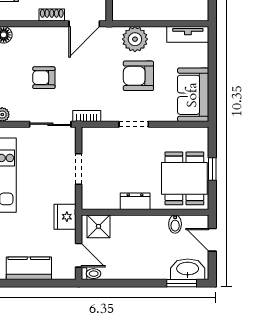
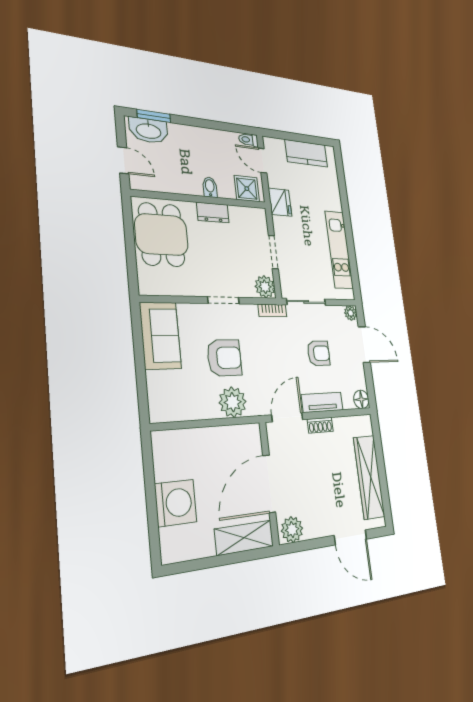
tv unit: (188, 34) -> (322, 402), moved
plant: (91, 137) -> (265, 287), added
window: (212, 169) -> (130, 244), removed
bidet: (175, 224) -> (210, 187), moved

